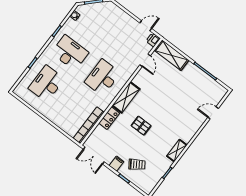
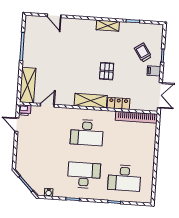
desk: (70, 53) -> (84, 175), turned 90

